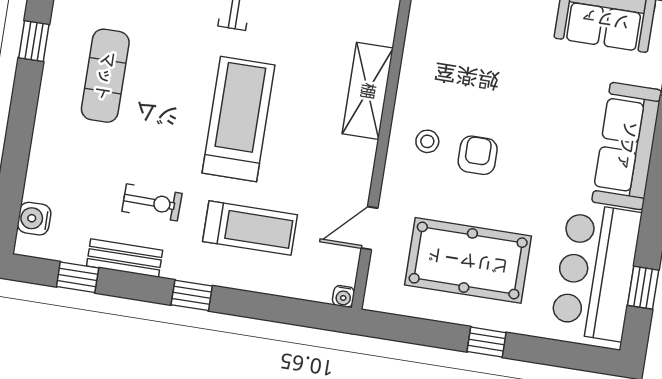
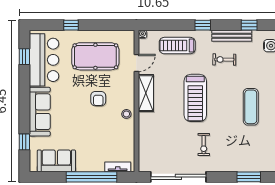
shelving: (368, 91) -> (146, 93), moved
stool: (427, 141) -> (126, 114), moved
treadmill: (250, 228) -> (177, 46), moved
bench: (125, 258) -> (232, 36), width x1.36
window: (487, 342) -> (71, 25), moved

